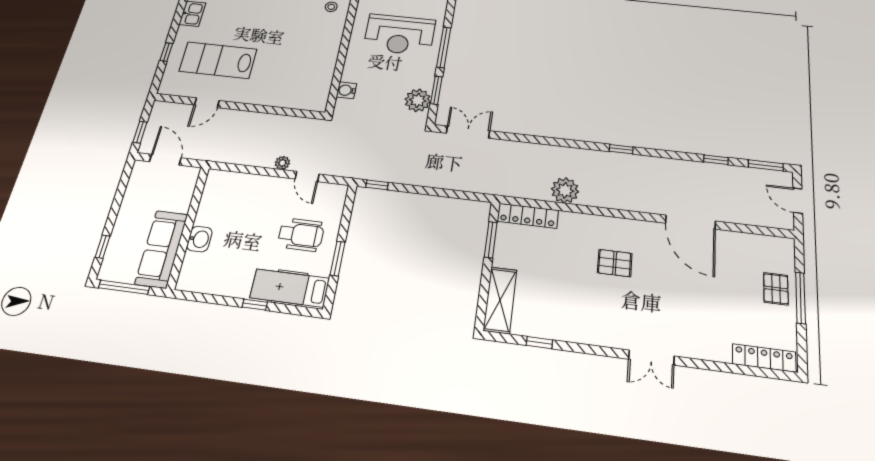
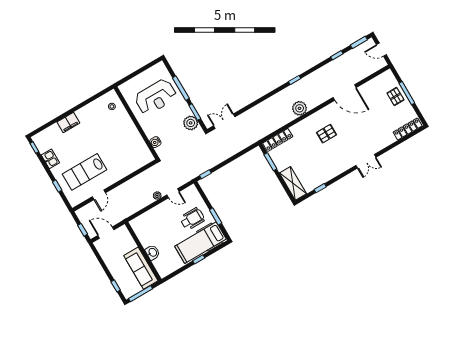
plant: (565, 190) -> (300, 108), moved
hospital bed: (290, 288) -> (201, 243), width x1.37, depth x1.29

